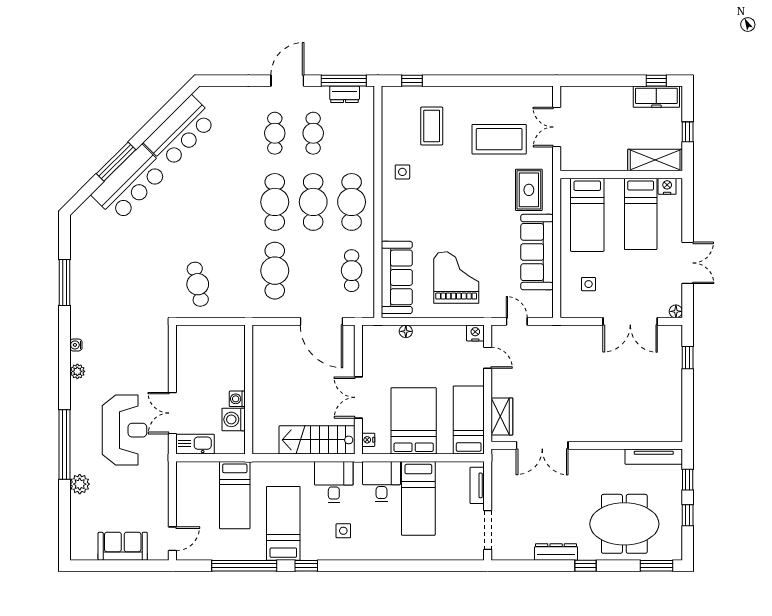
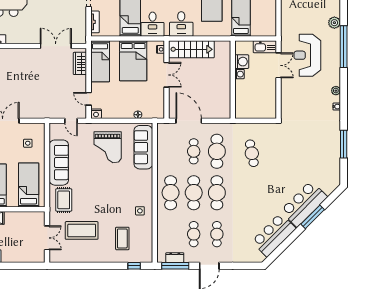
cafe table: (352, 271) -> (194, 151), moved
cafe table: (198, 284) -> (252, 153), moved

